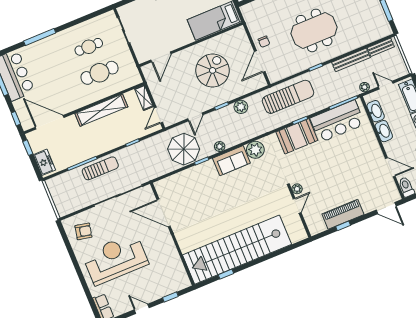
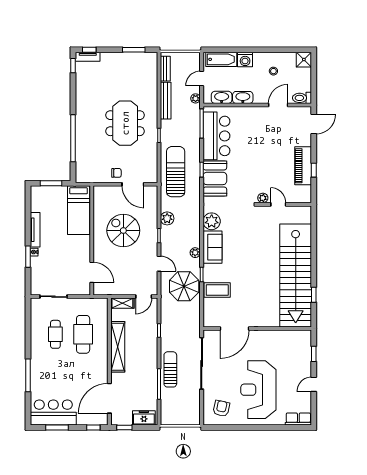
door: (158, 115) -> (144, 297), hinge flipped
coffee table: (193, 182) -> (217, 290), added

